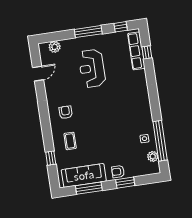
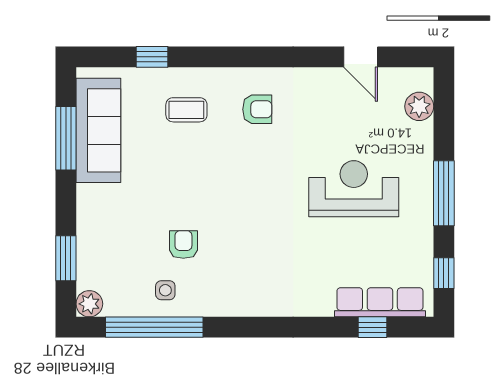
plant: (153, 156) -> (89, 304), moved
armchair: (118, 172) -> (183, 245), moved
window: (125, 183) -> (66, 258), moved

